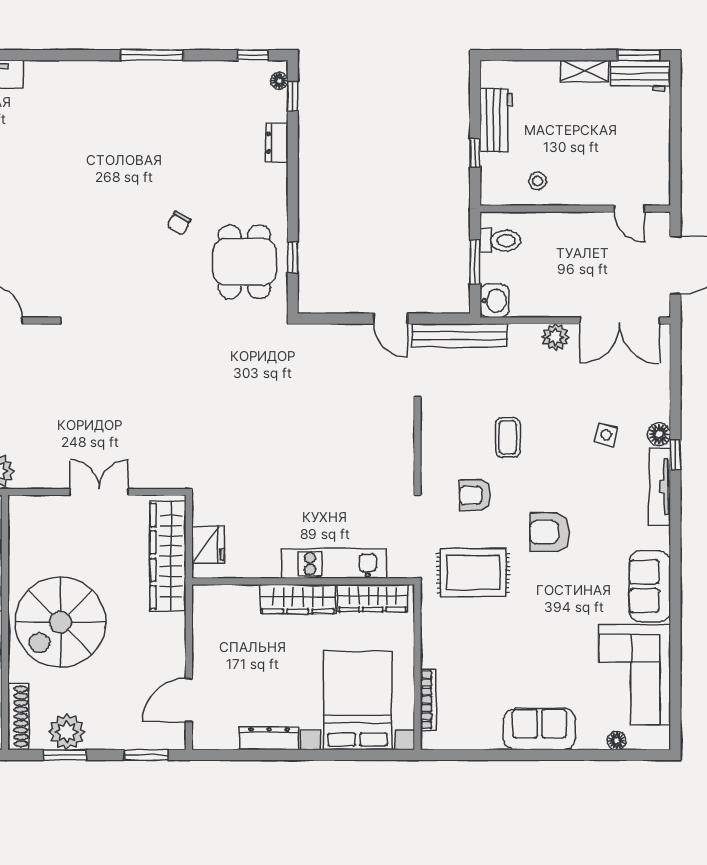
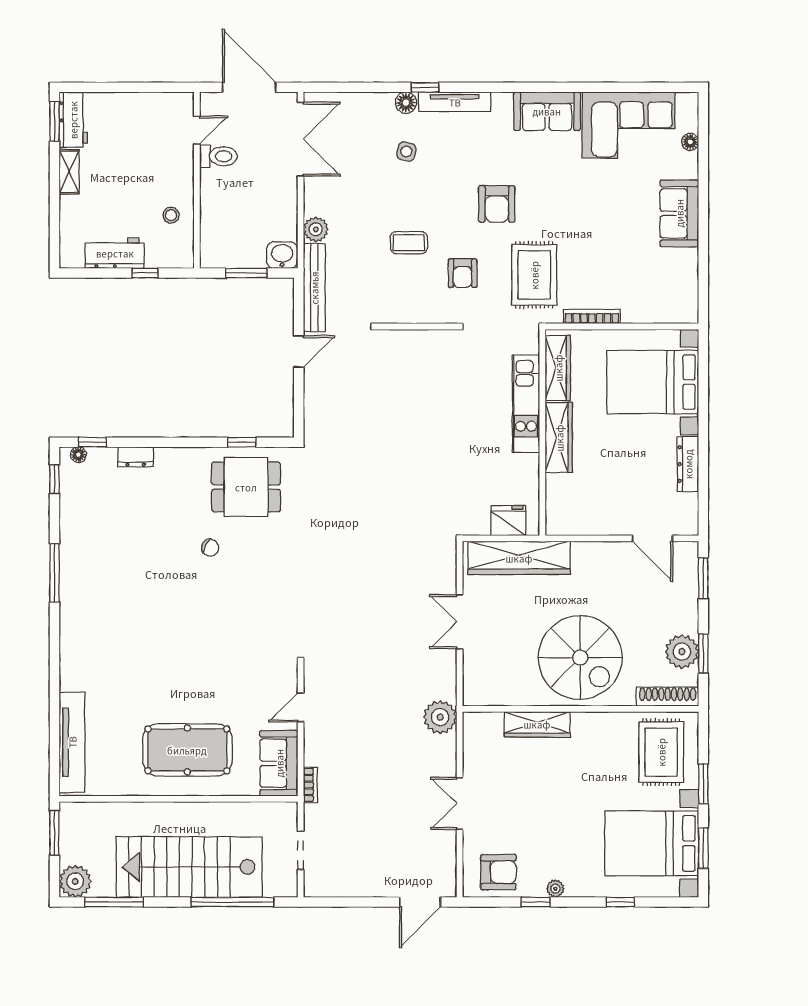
toilet: (500, 241) -> (218, 156), moved, turned 90
plant: (555, 337) -> (316, 229), moved
bookcase: (428, 700) -> (592, 316), moved

